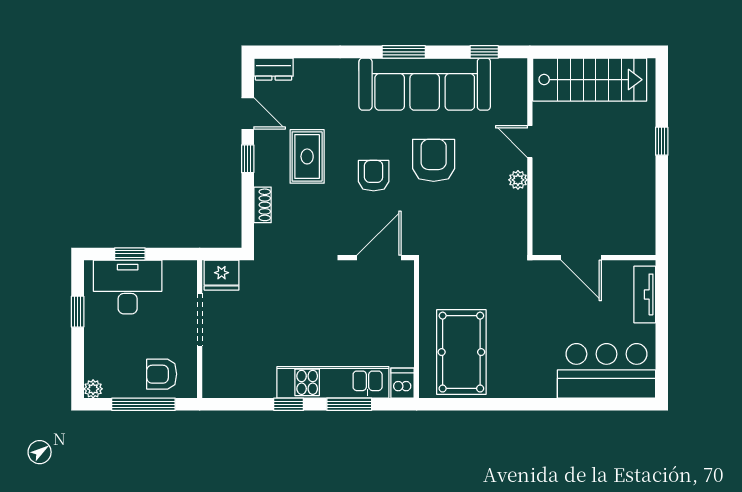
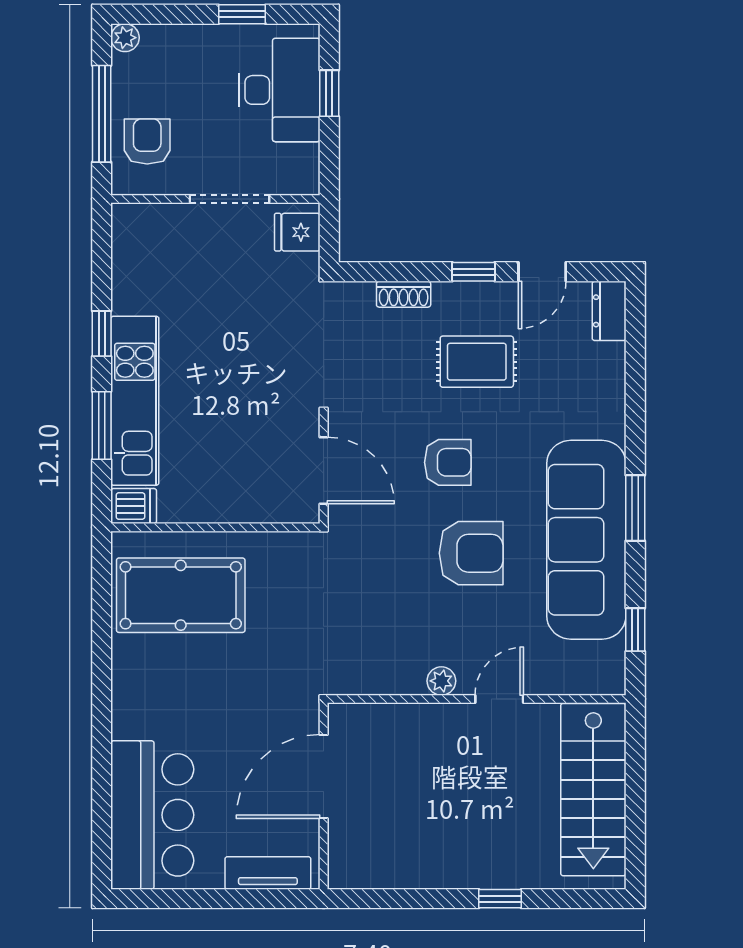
door: (581, 258) -> (324, 777), width x1.36
fridge: (222, 275) -> (297, 232), width x0.72

